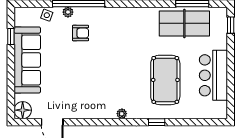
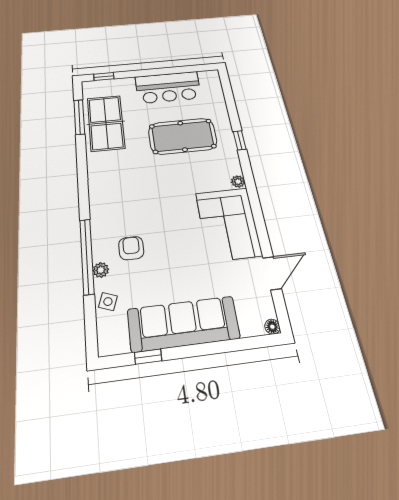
corner sofa: (90, 100) -> (228, 224), added
floor lamp: (23, 110) -> (272, 327), width x0.53, depth x0.53

